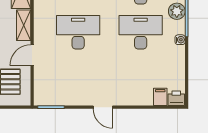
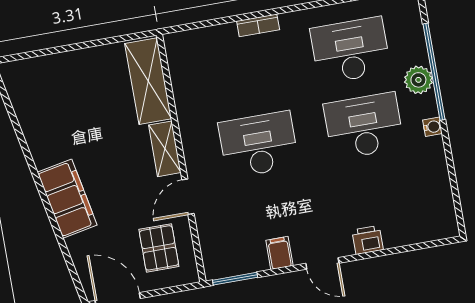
filing cabinet: (160, 97) -> (279, 253), moved
printer: (176, 98) -> (368, 240), moved

